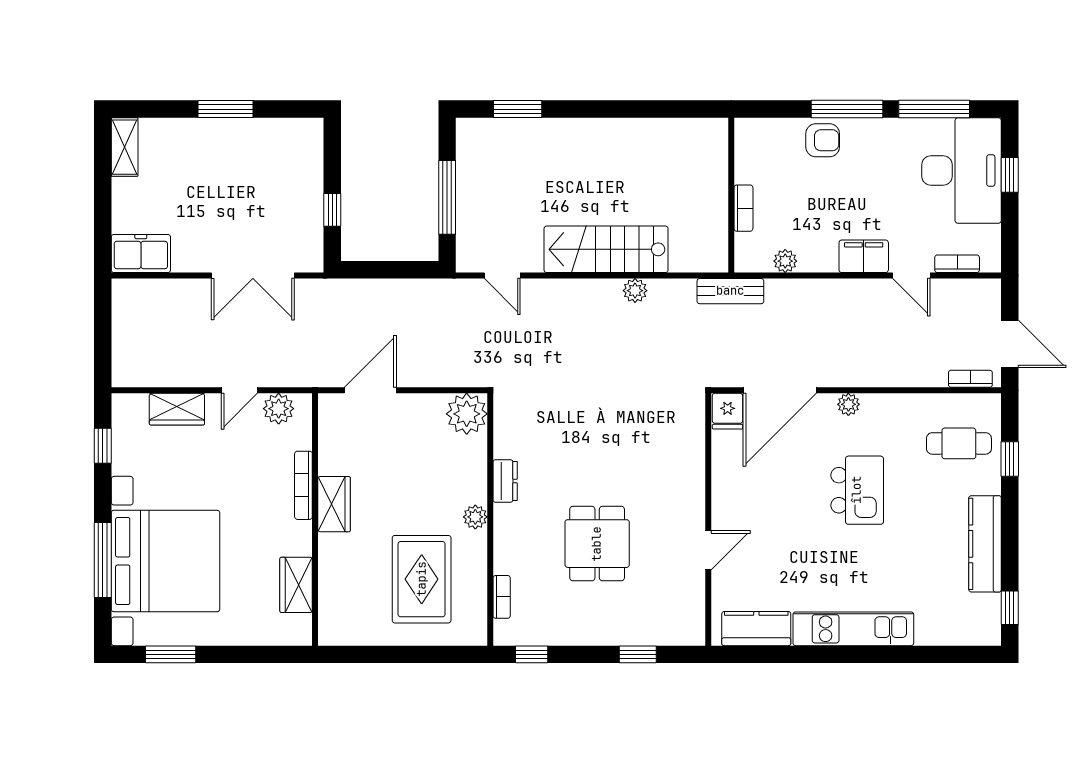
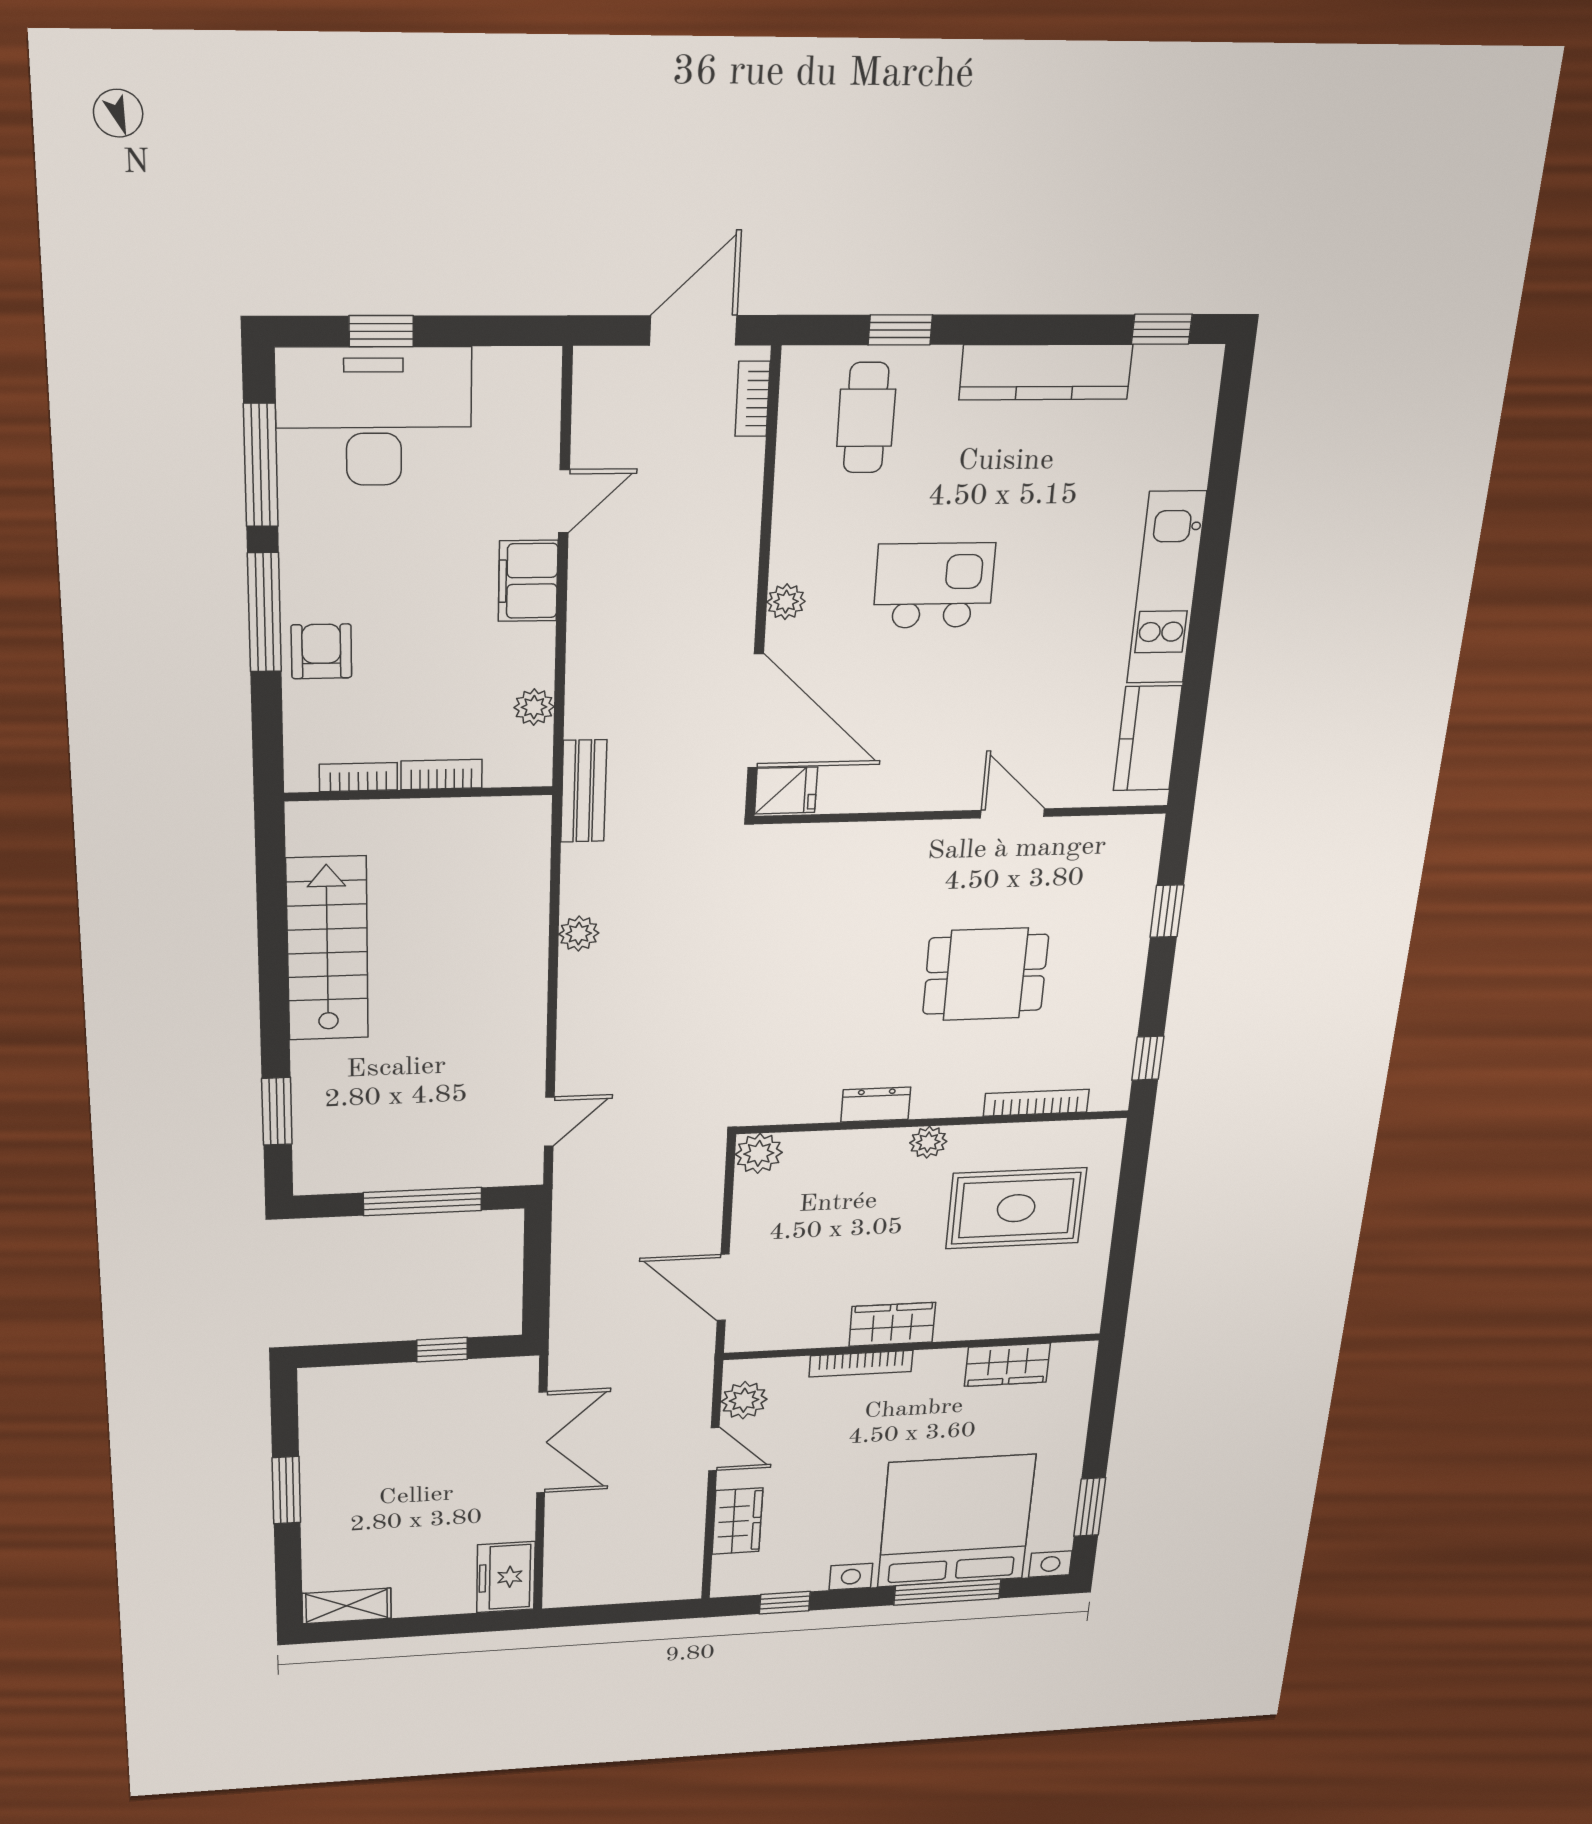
stairs: (606, 249) -> (327, 949), moved, turned 180
bookcase: (957, 264) -> (358, 777), moved, turned 90
plant: (467, 414) -> (759, 1153), width x0.73, depth x0.73
bookcase: (502, 597) -> (1036, 1103), width x1.56

